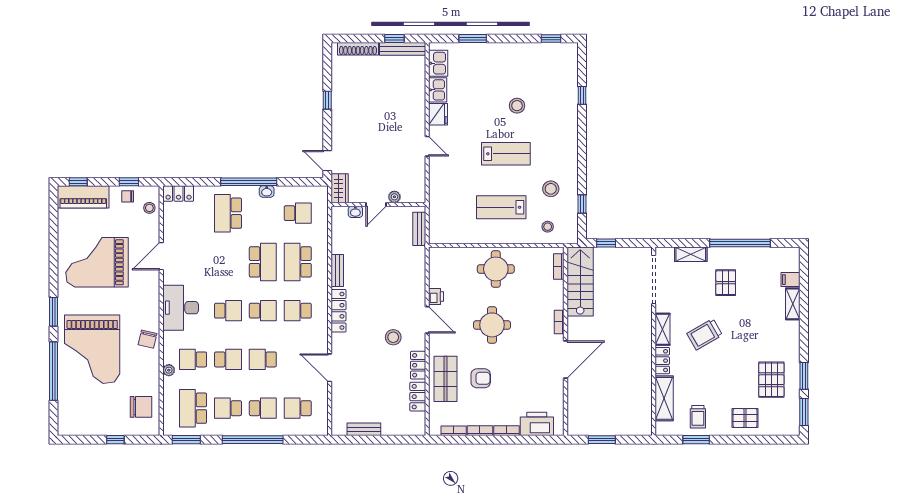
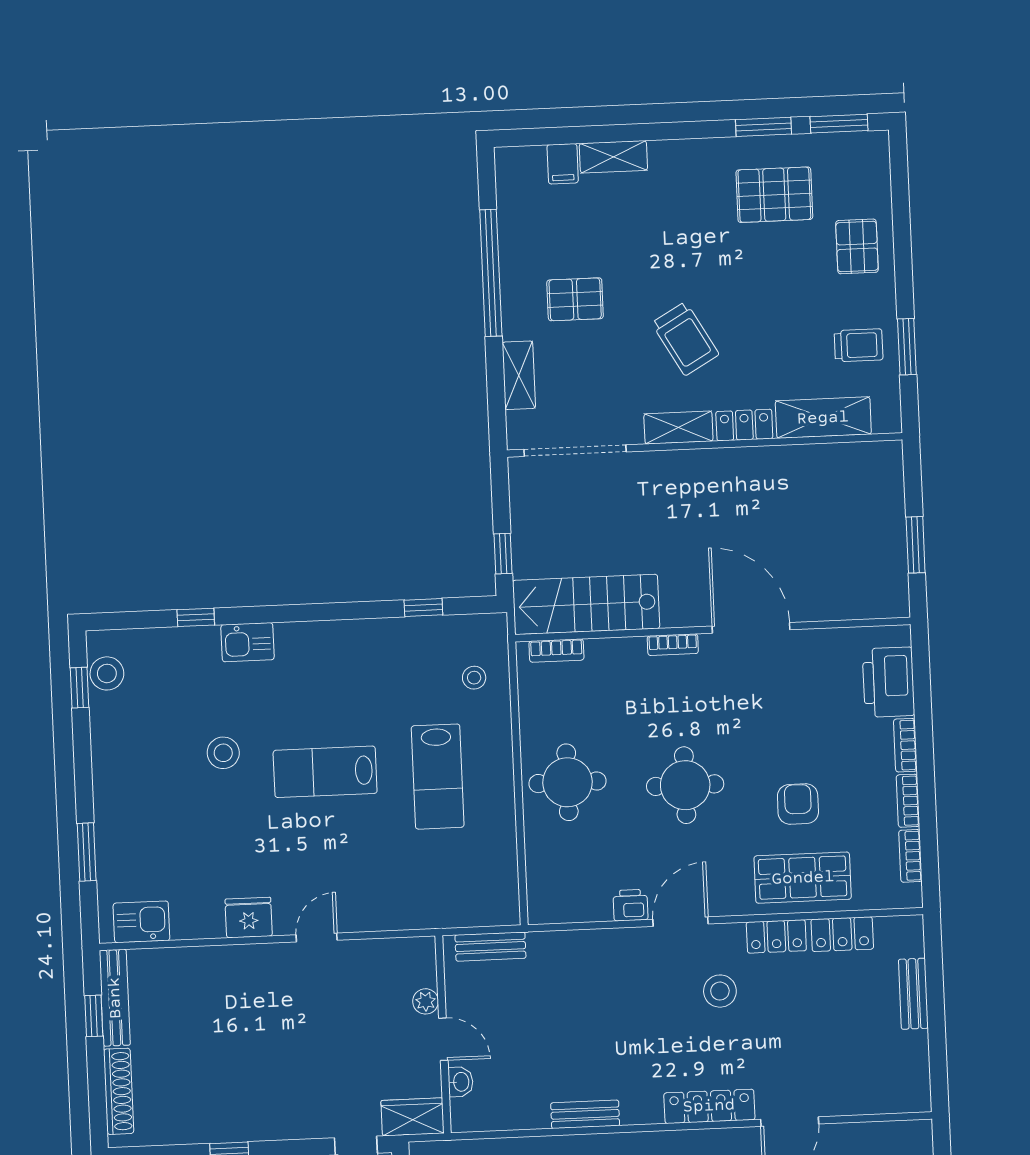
kitchen sink: (438, 90) -> (248, 642), moved, turned 180
lab bench: (506, 154) -> (325, 772), turned -90
stool: (551, 189) -> (107, 673), moved
locker: (339, 311) -> (709, 1106), moved
bench: (364, 429) -> (913, 994), moved

